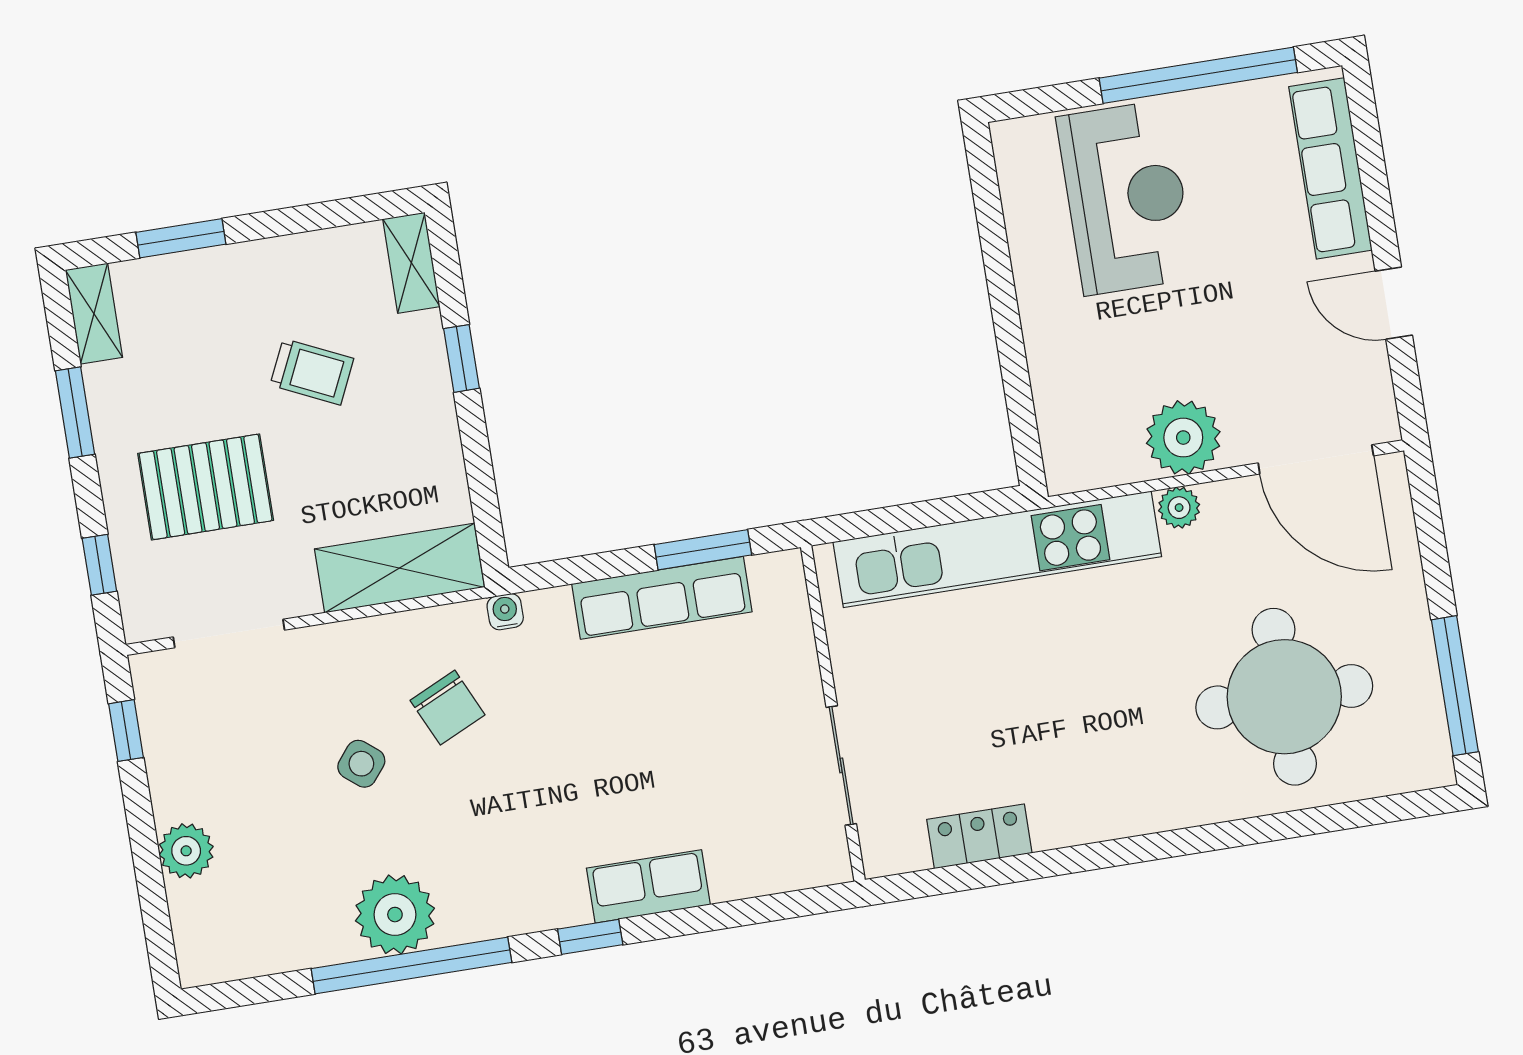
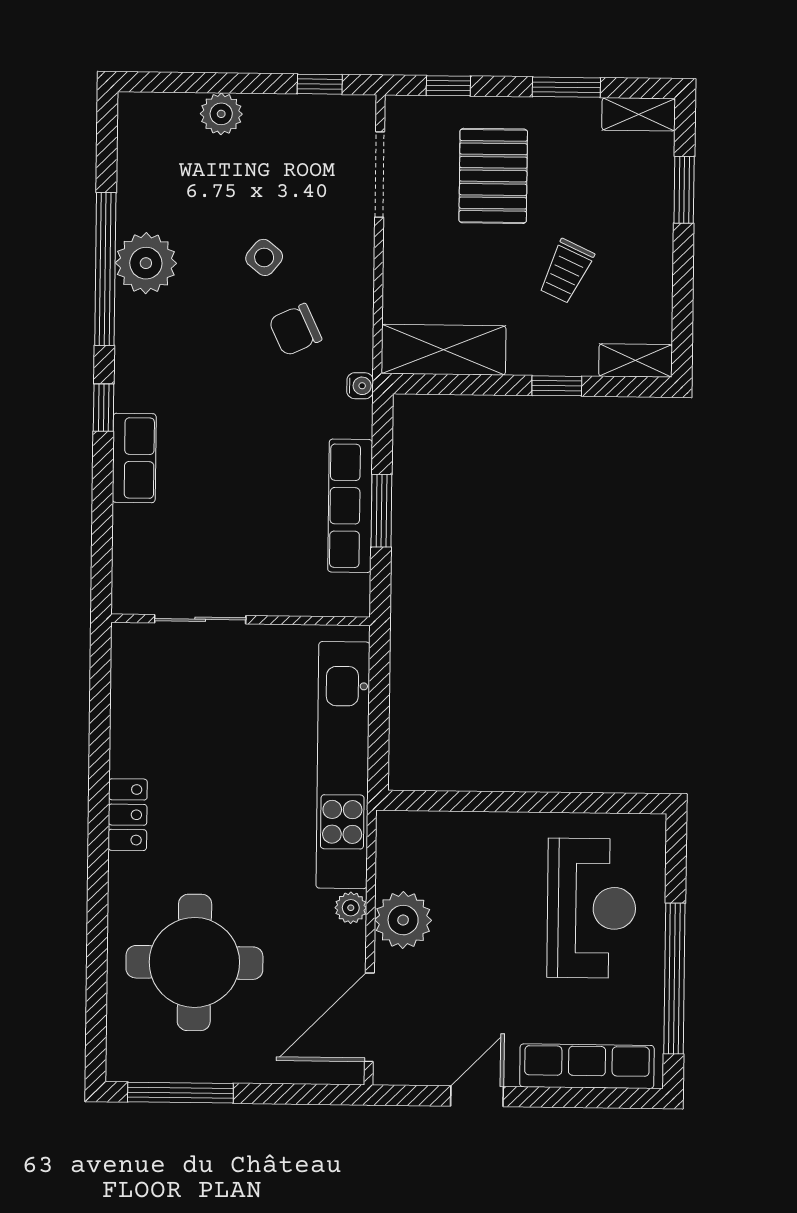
reception desk: (1126, 198) -> (591, 908), turned -90
window: (703, 550) -> (381, 511), moved
shelving: (400, 568) -> (443, 350), moved, turned 90
locker: (979, 836) -> (128, 815), moved

